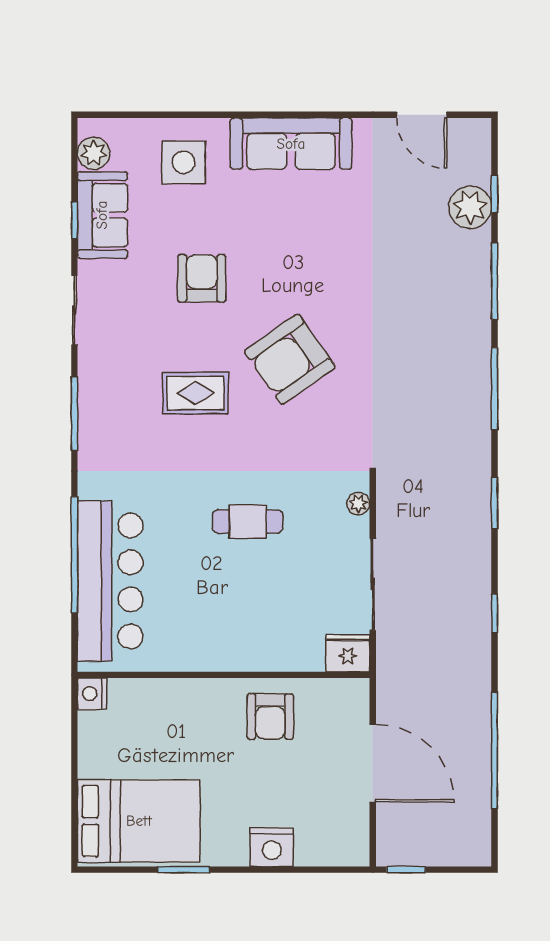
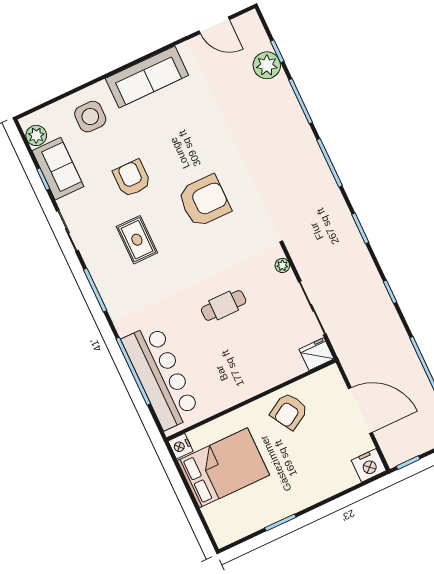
armchair: (290, 359) -> (204, 201), turned -145
rug: (195, 393) -> (137, 240), moved, turned 90
armchair: (270, 716) -> (289, 411), turned 59
bed: (139, 821) -> (223, 468), moved
nightstand: (272, 847) -> (369, 465), moved

